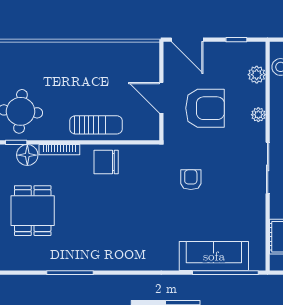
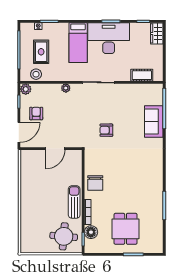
plant: (257, 75) -> (26, 89), moved
armchair: (205, 108) -> (36, 114), moved, width x0.53, depth x0.53
sun lounger: (96, 125) -> (74, 202), moved
dining table: (33, 211) -> (126, 229), turned 90
sofa: (214, 256) -> (154, 121), width x0.73

